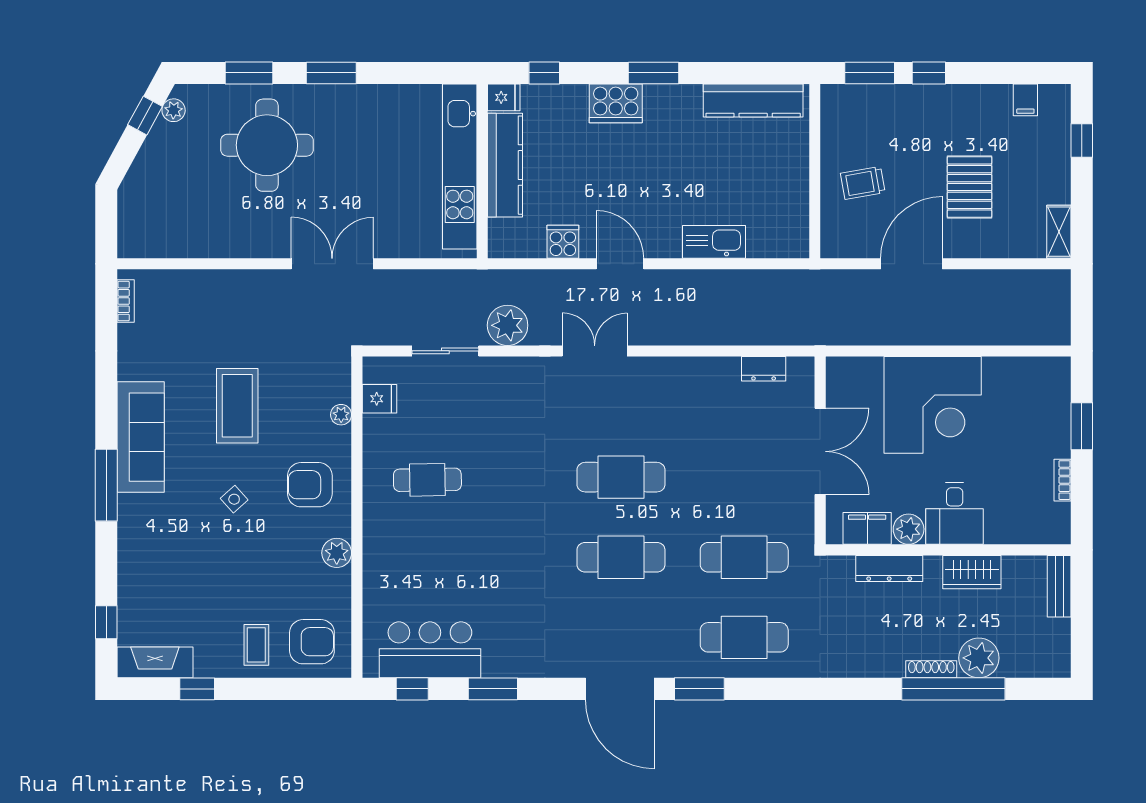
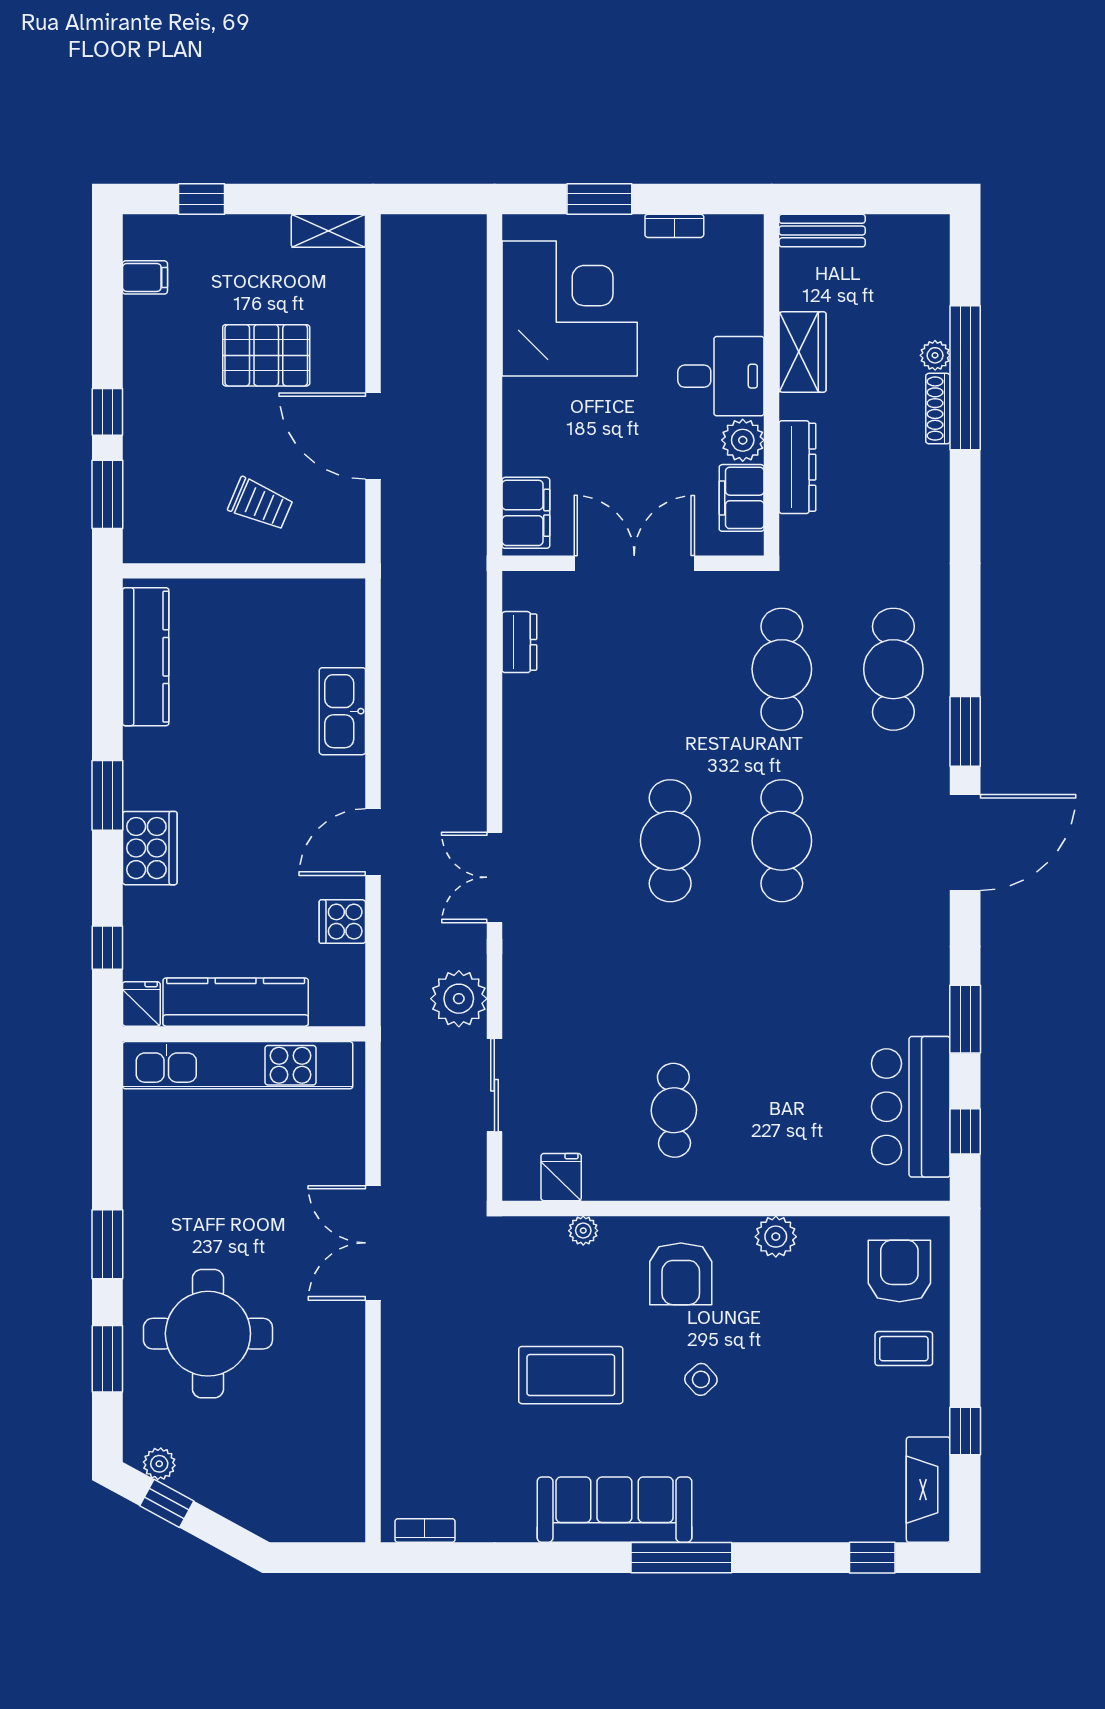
trolley: (863, 183) -> (260, 504), turned -57
filing cabinet: (856, 373) -> (526, 513), added
corner desk: (933, 405) -> (570, 309), moved
plant: (979, 658) -> (935, 355), width x0.53, depth x0.53

